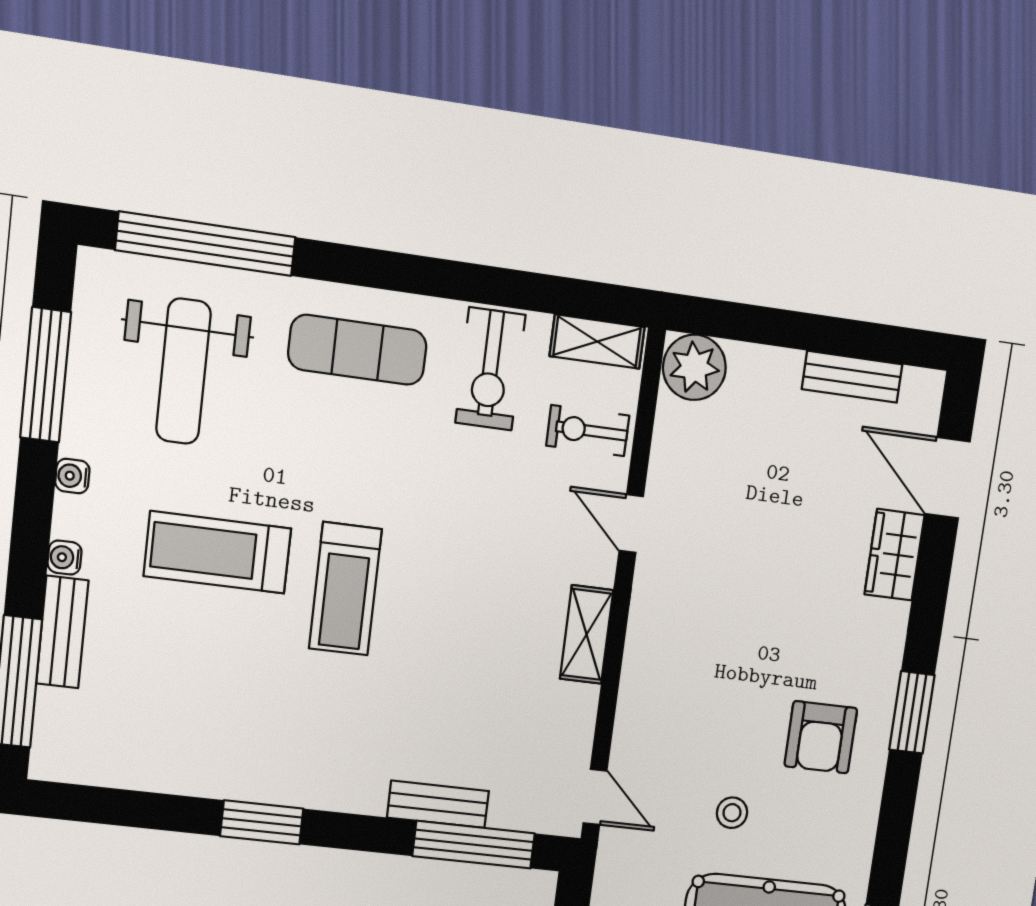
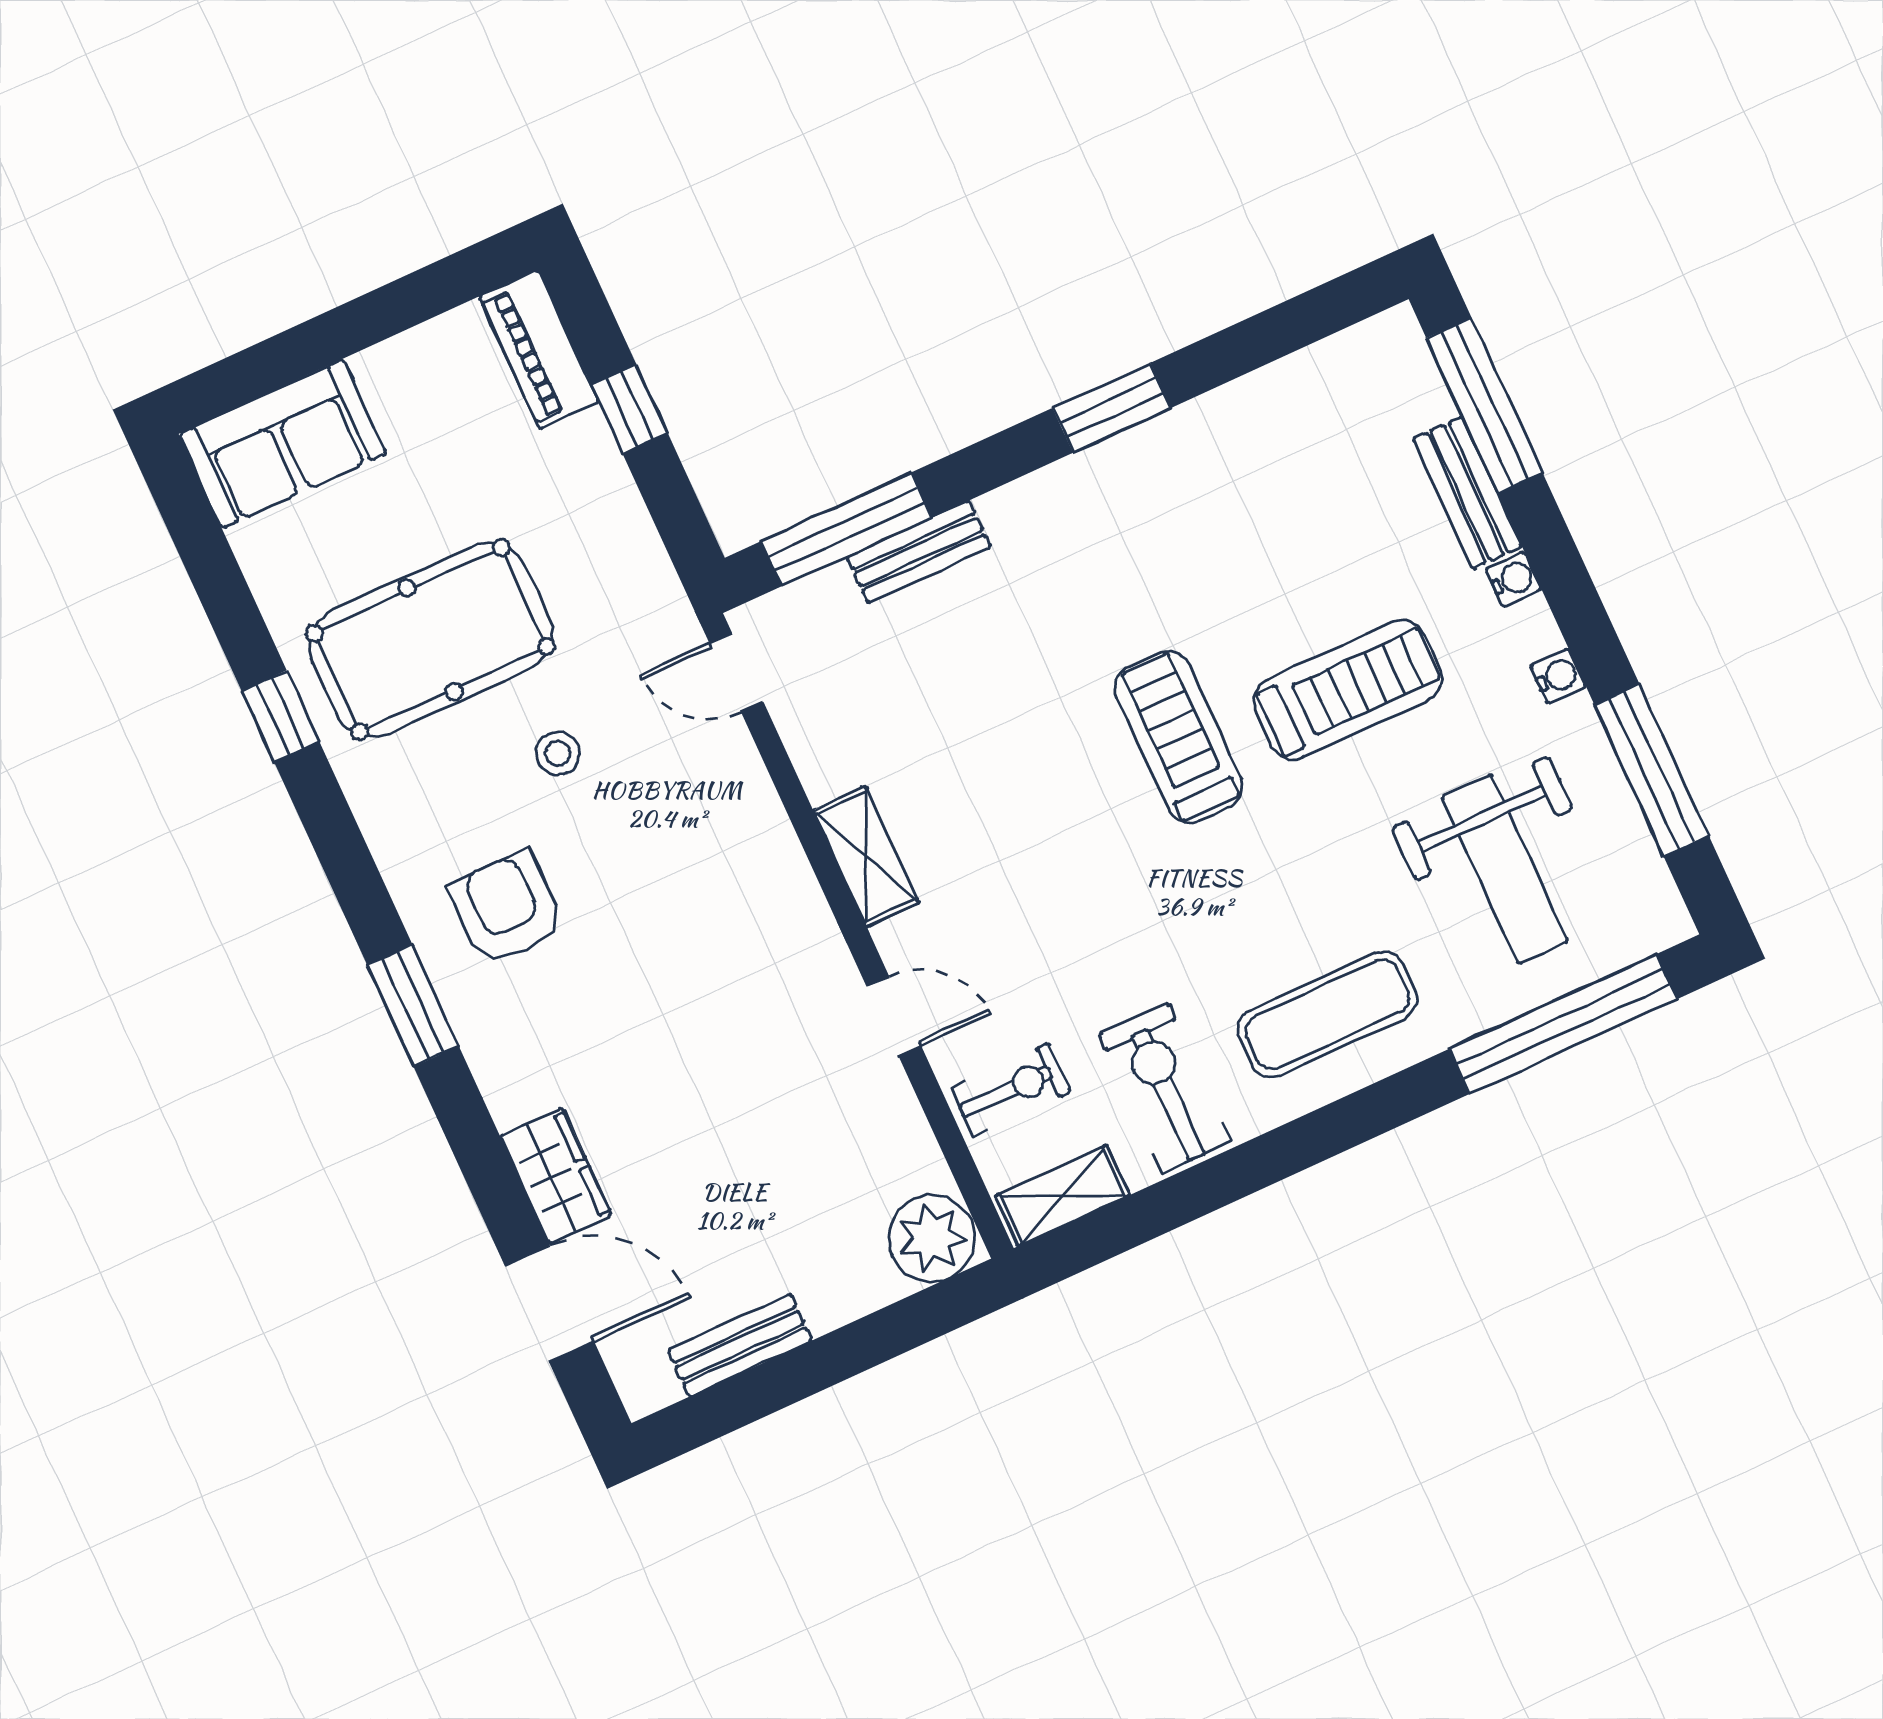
weight bench: (183, 371) -> (1505, 869), turned 180

